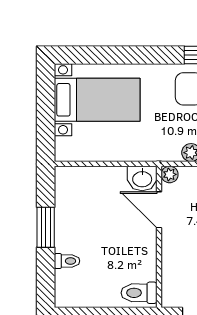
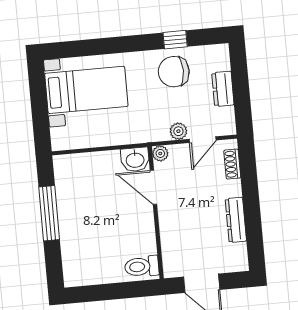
window: (46, 227) -> (49, 213), width x1.44
toilet: (67, 261) -> (72, 243), removed

